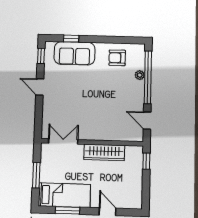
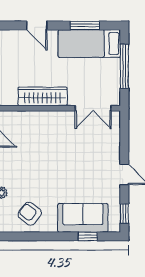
armchair: (117, 58) -> (30, 214), turned -142
window: (36, 175) -> (124, 66), width x1.44

